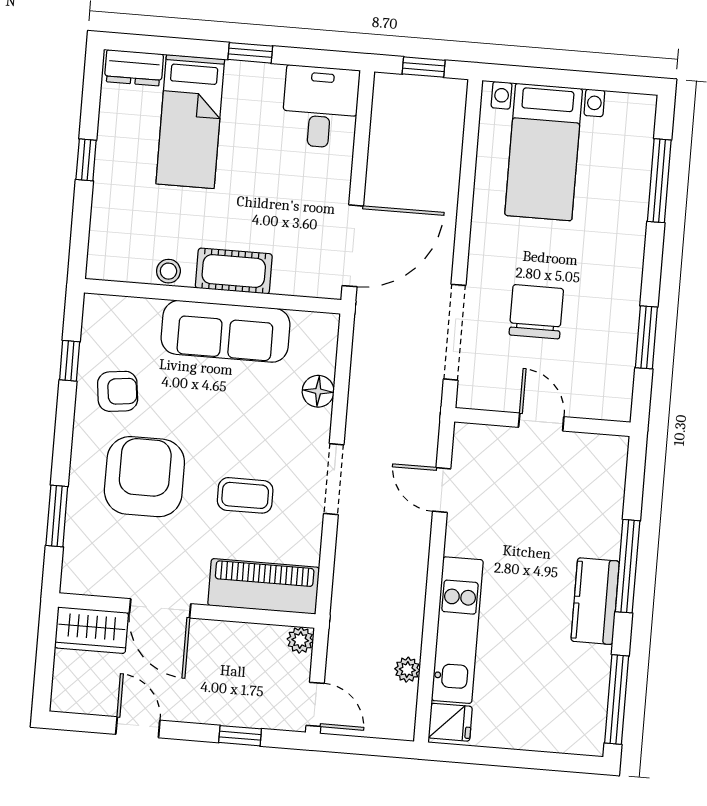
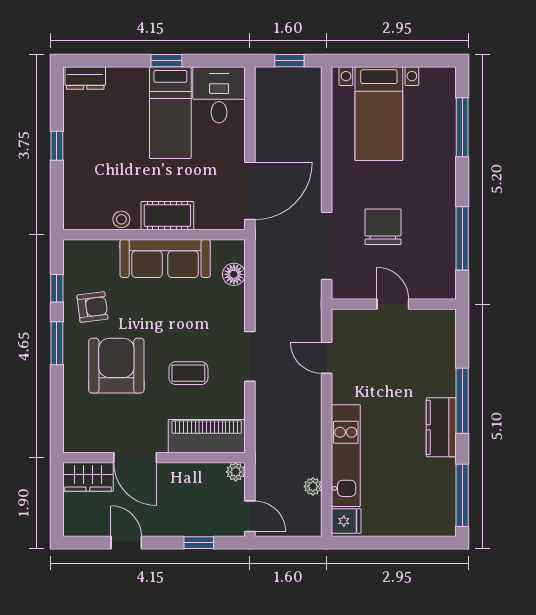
bed: (190, 122) -> (170, 113), moved
window: (646, 337) -> (462, 238), width x1.44
floor lamp: (318, 391) -> (234, 274), moved
window: (57, 516) -> (57, 343), moved

